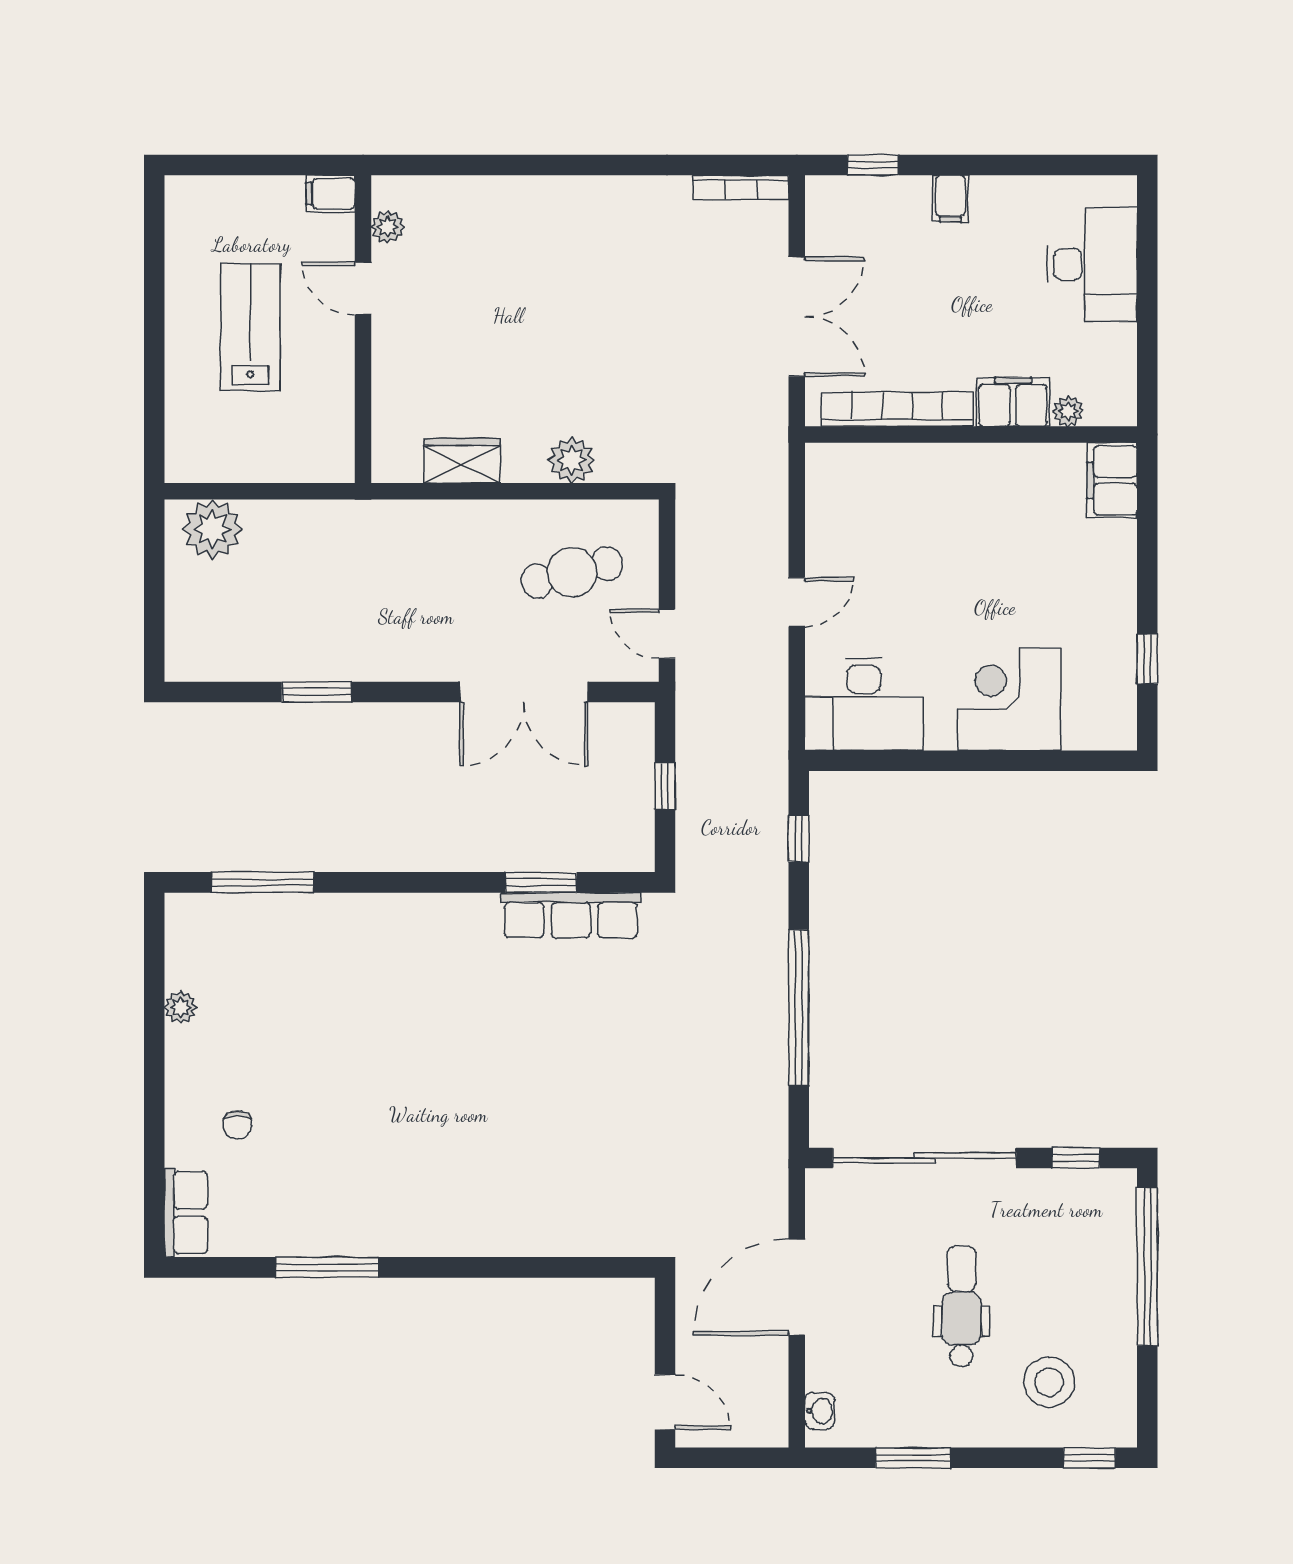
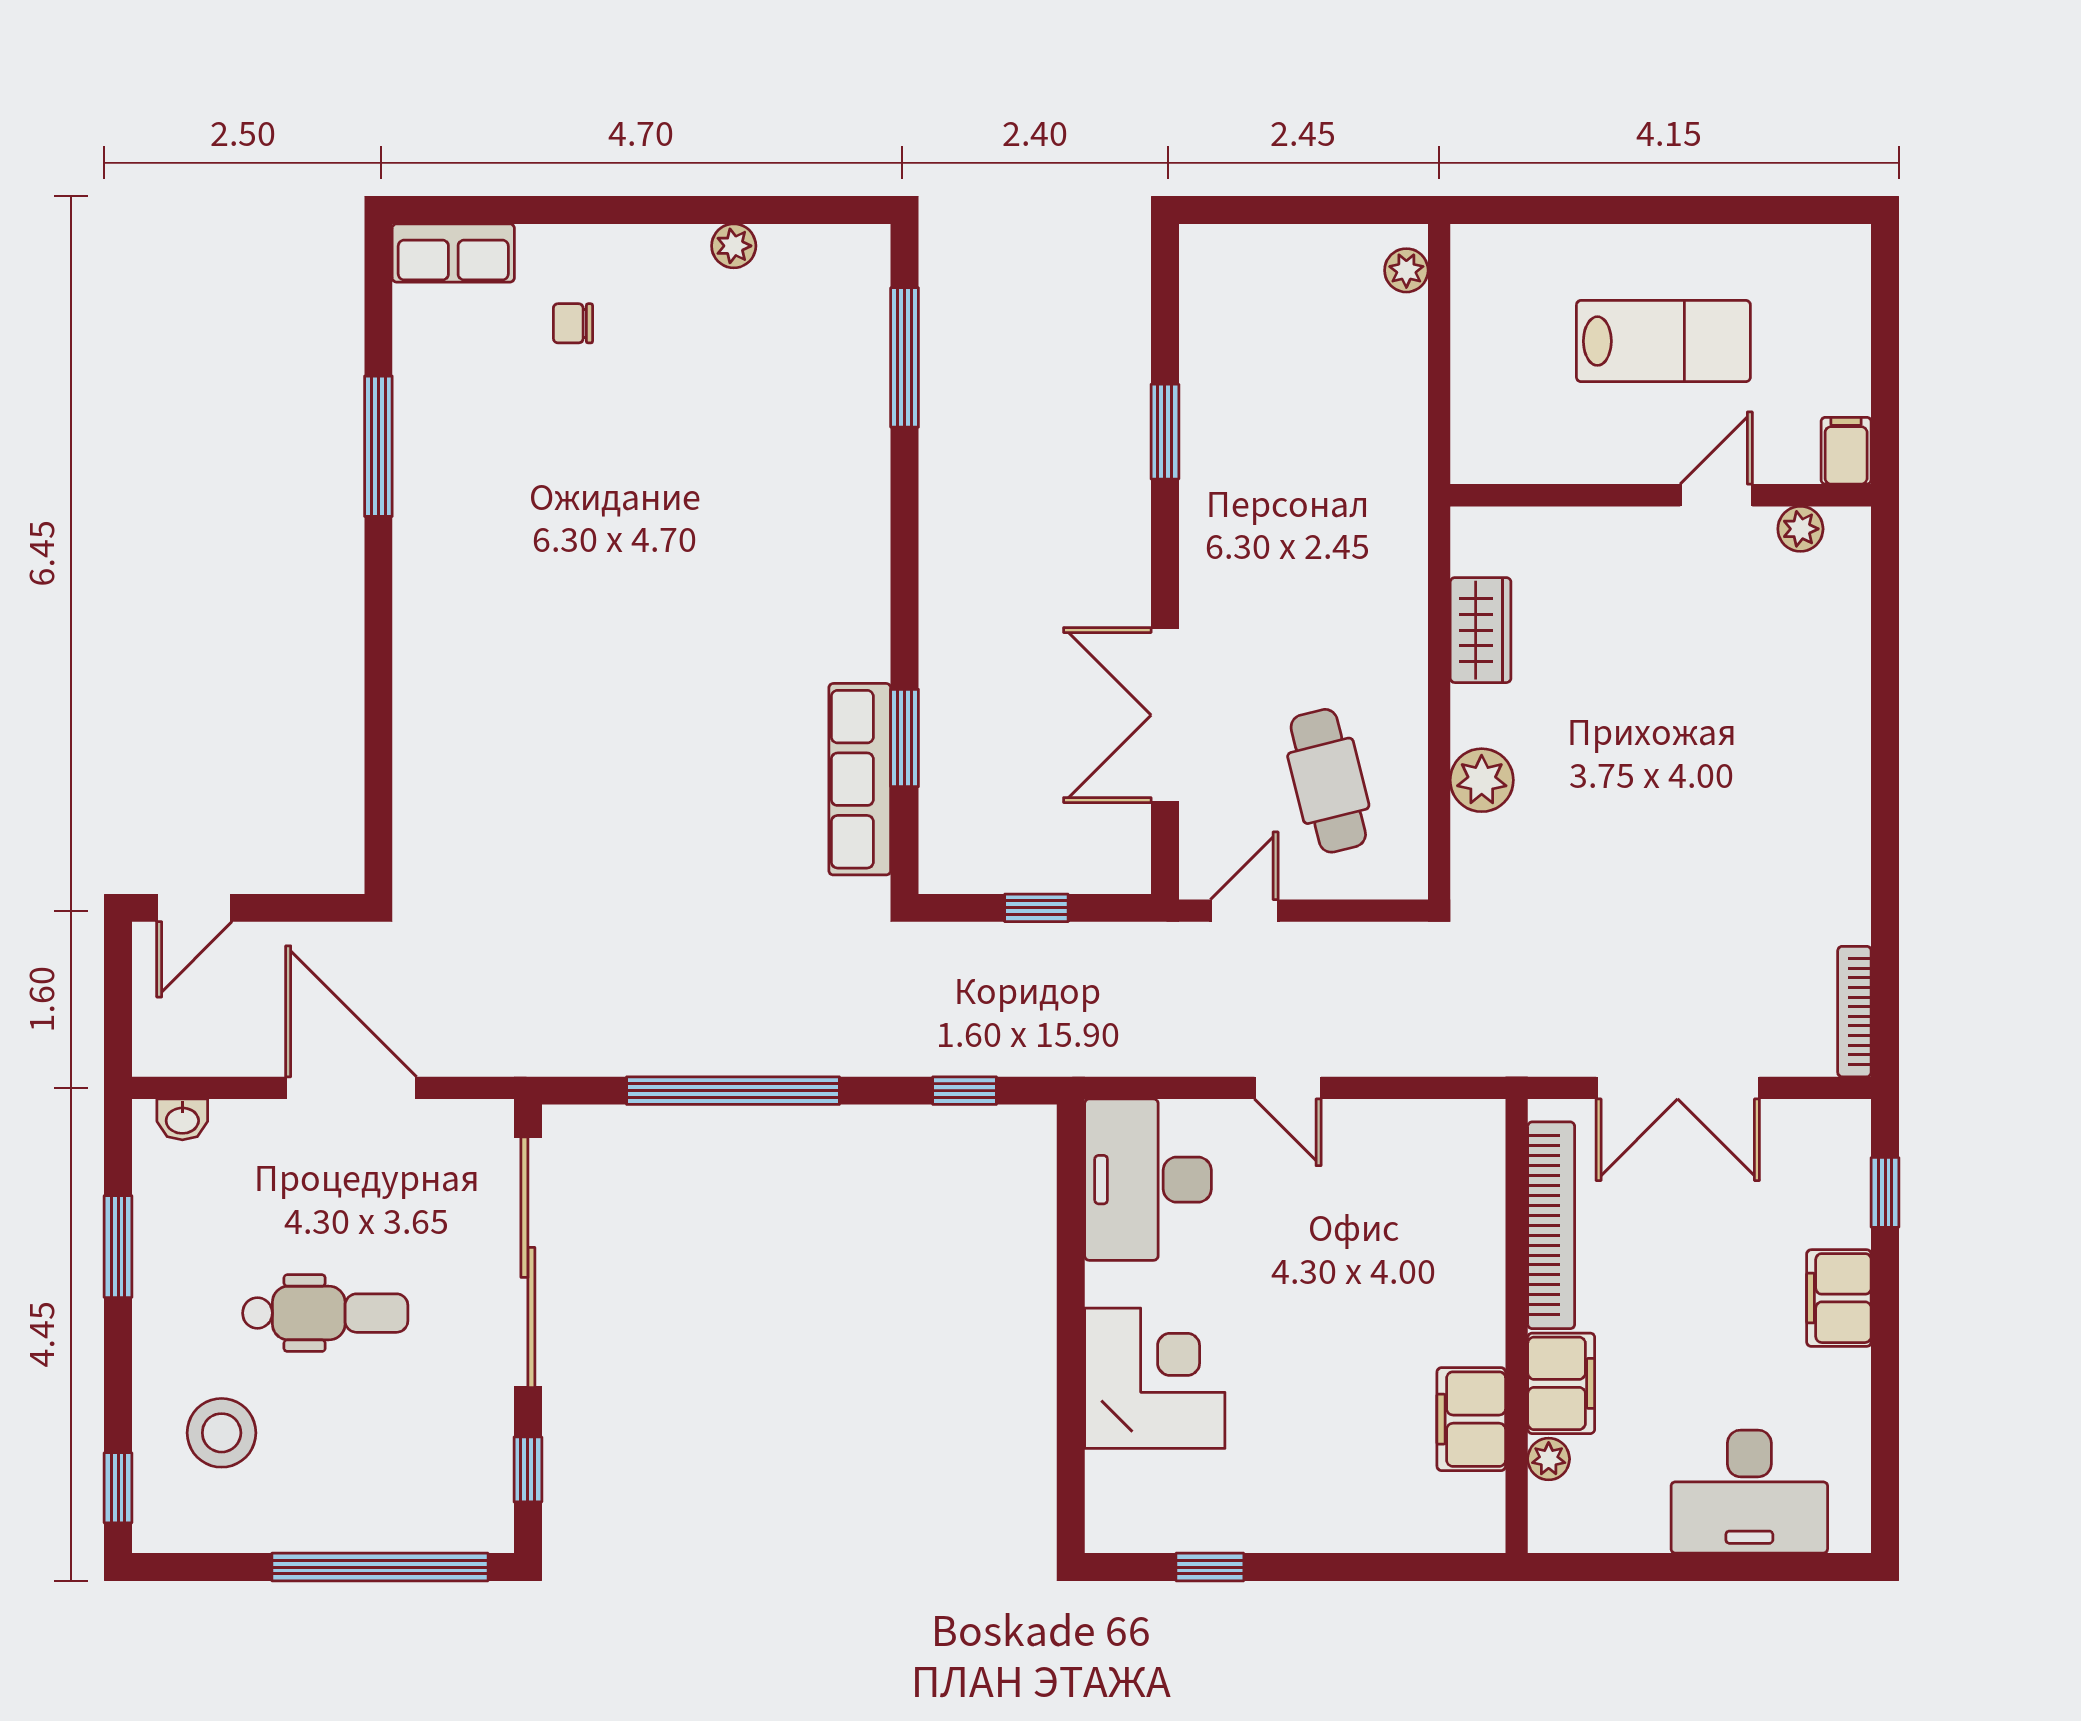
filing cabinet: (950, 199) -> (1839, 1298), width x2.00
filing cabinet: (1112, 480) -> (1471, 1419), moved, turned -90
plant: (212, 529) -> (1406, 270), width x0.53, depth x0.53

